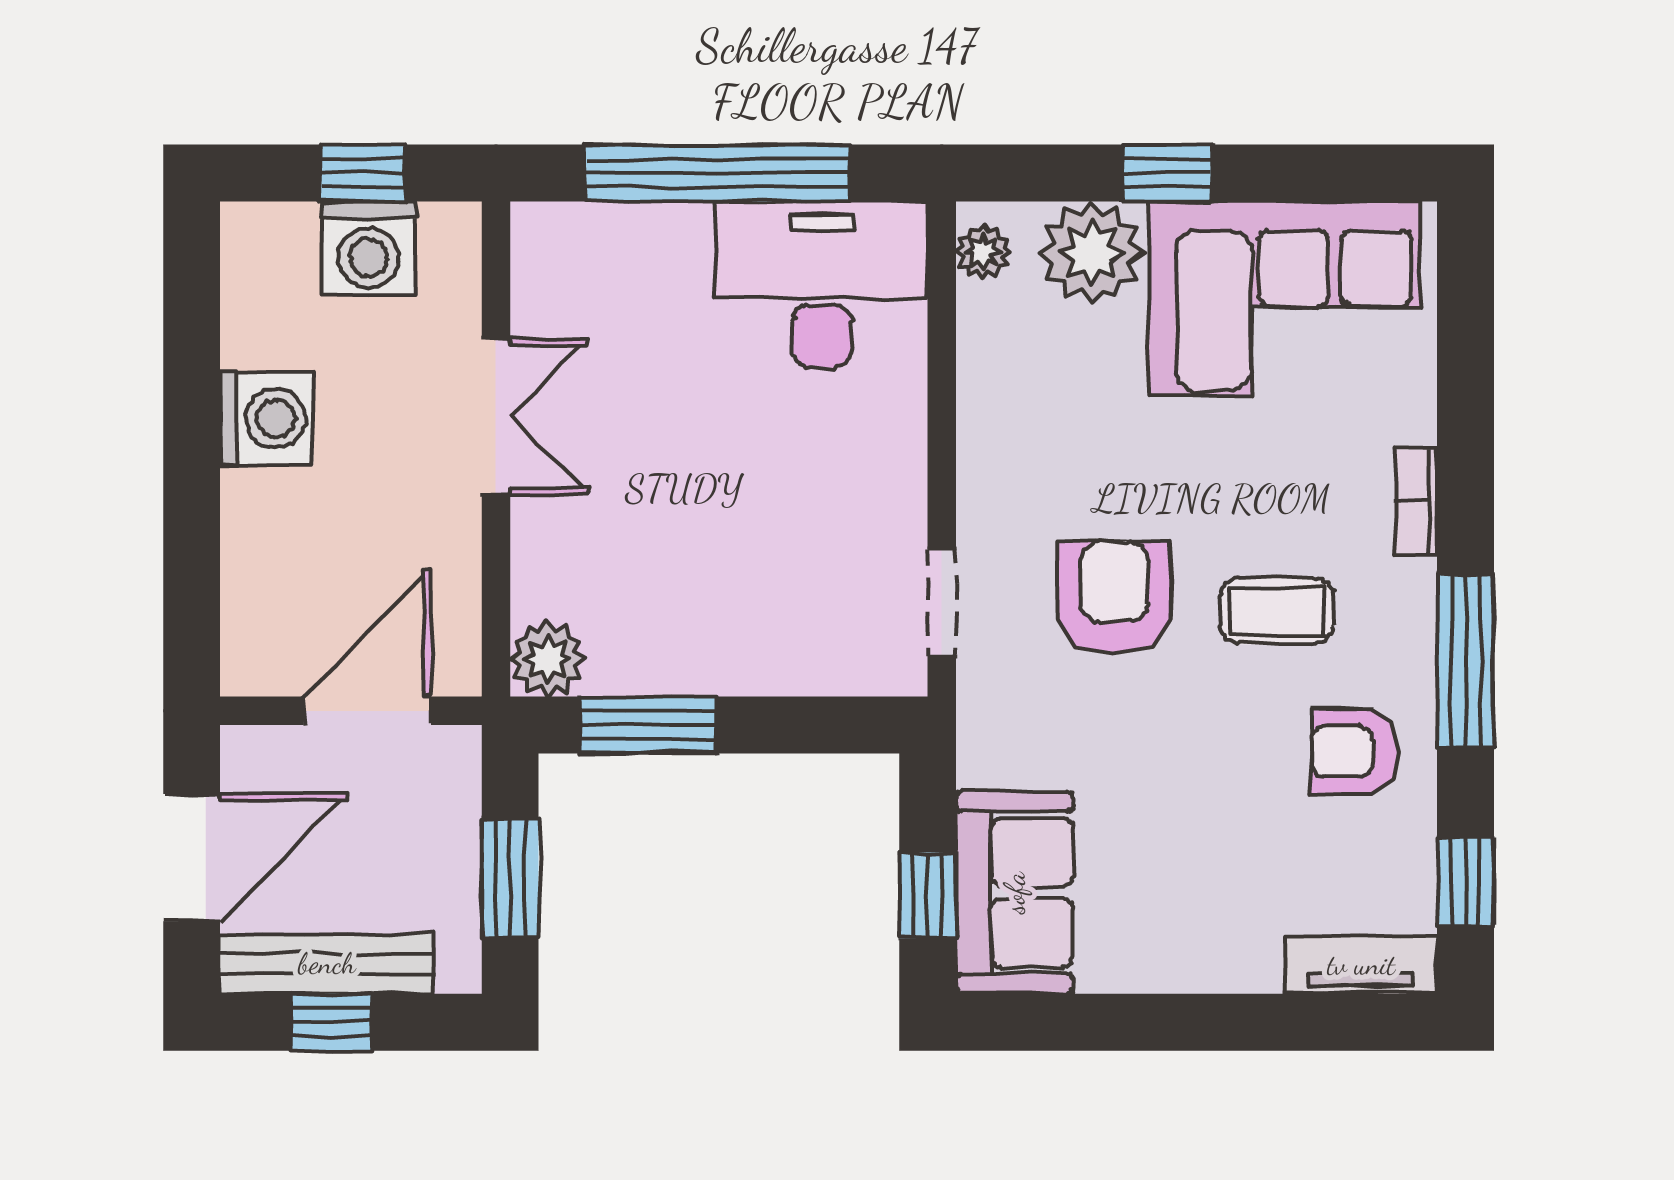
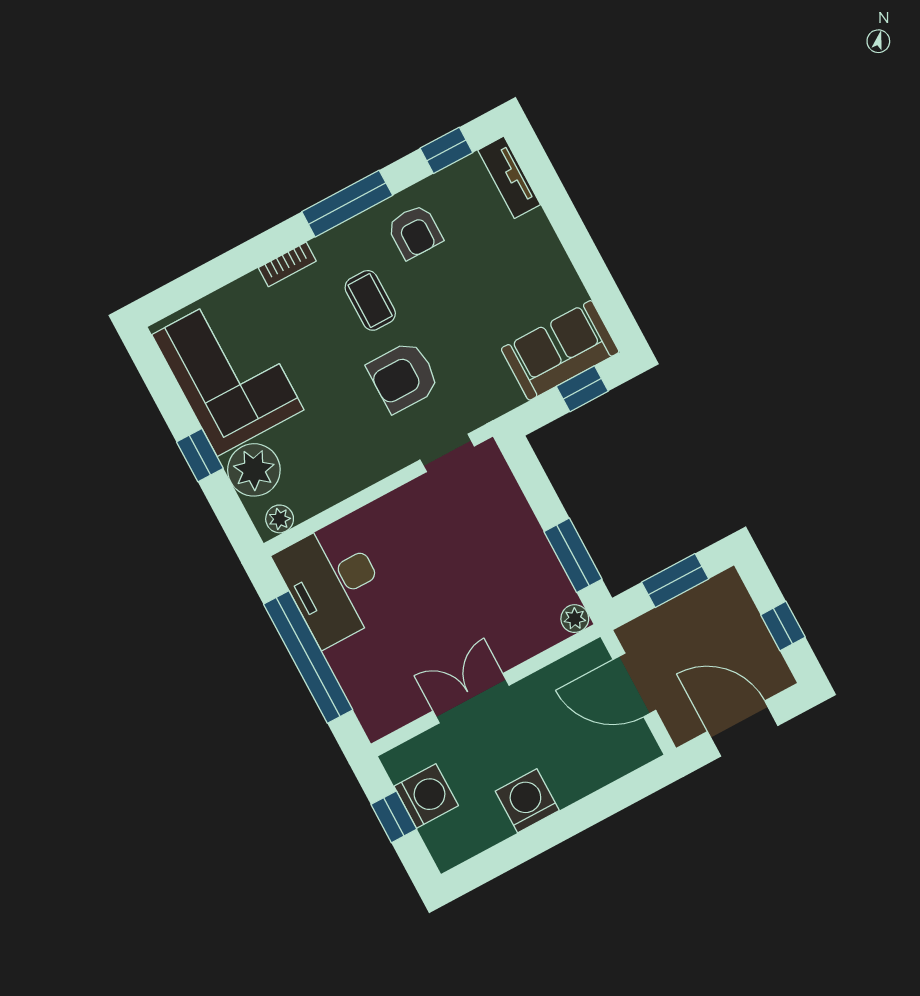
plant: (548, 659) -> (575, 619), width x0.73, depth x0.73
bench: (327, 964) -> (758, 642), removed

